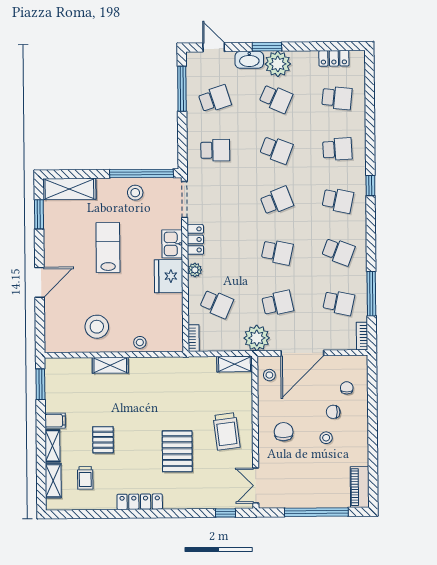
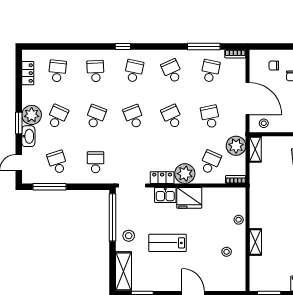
stool: (135, 193) -> (129, 236), moved
school desk: (277, 252) -> (172, 117), turned -36
school desk: (338, 252) -> (172, 71), turned -45
plant: (195, 270) -> (185, 174), width x1.87, depth x1.87
stool: (97, 327) -> (227, 252), width x0.53, depth x0.53
plant: (257, 338) -> (236, 146), moved

